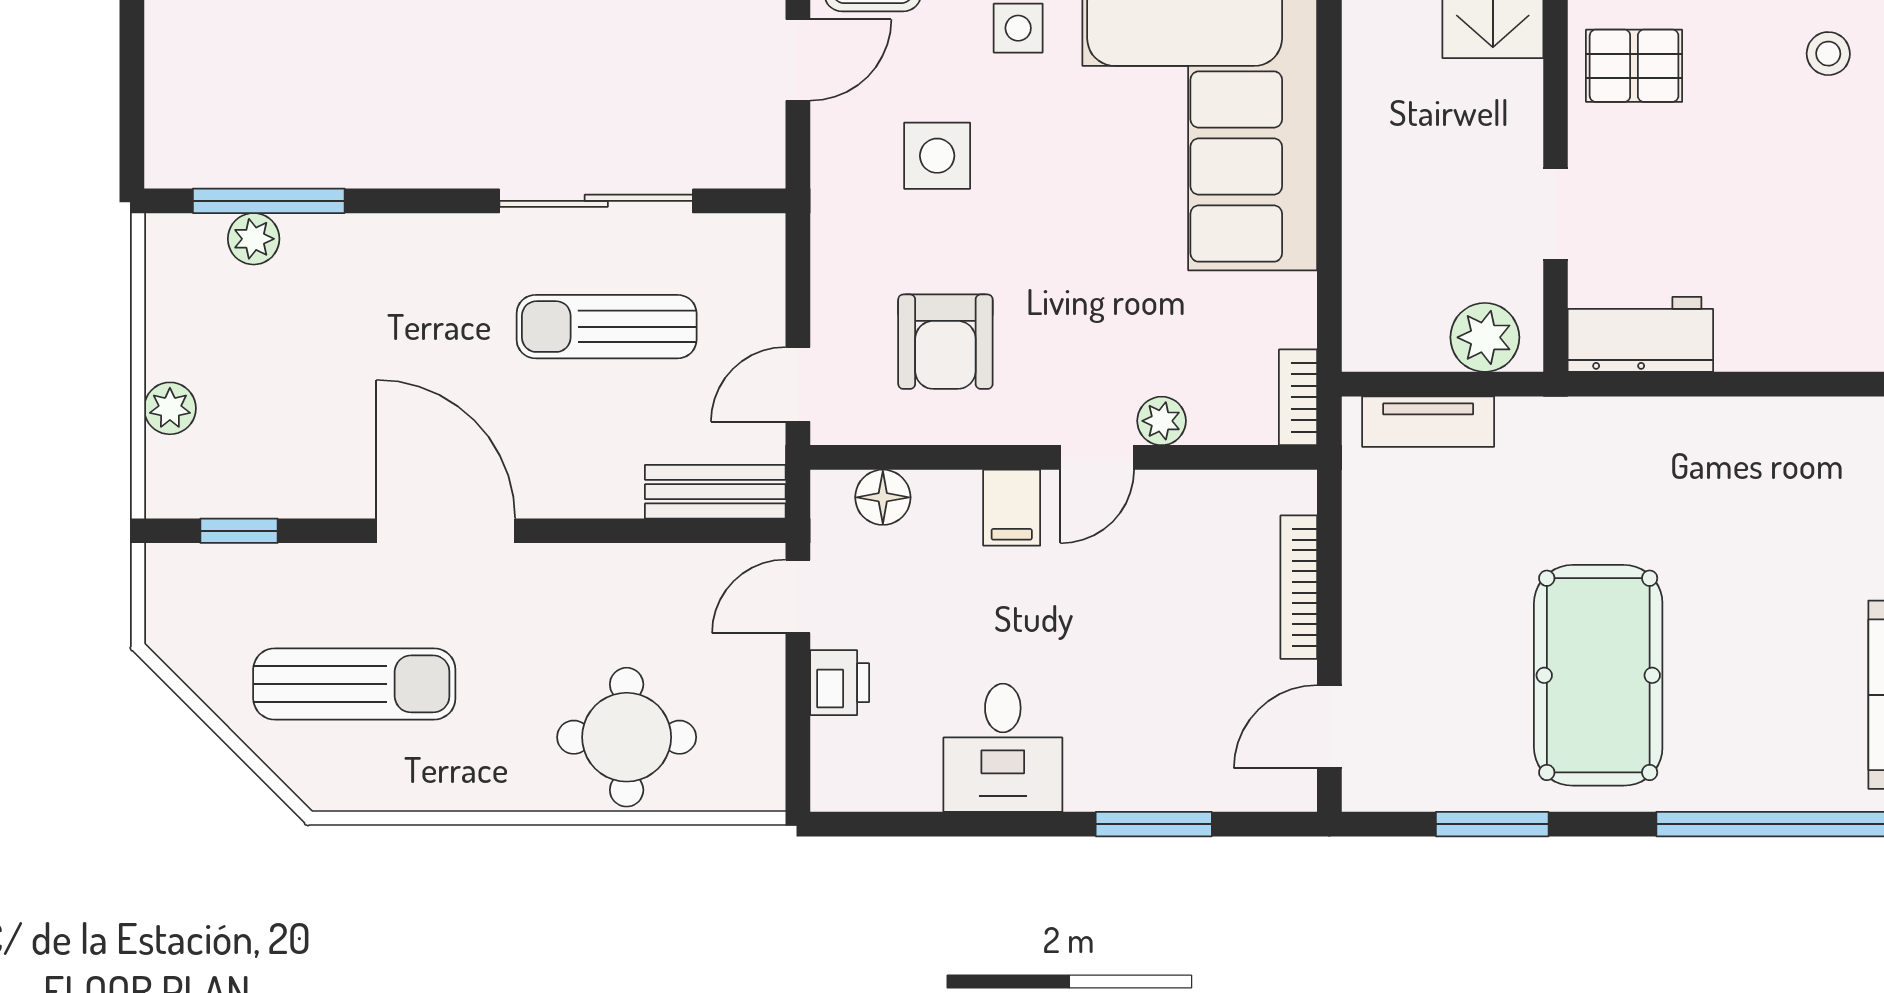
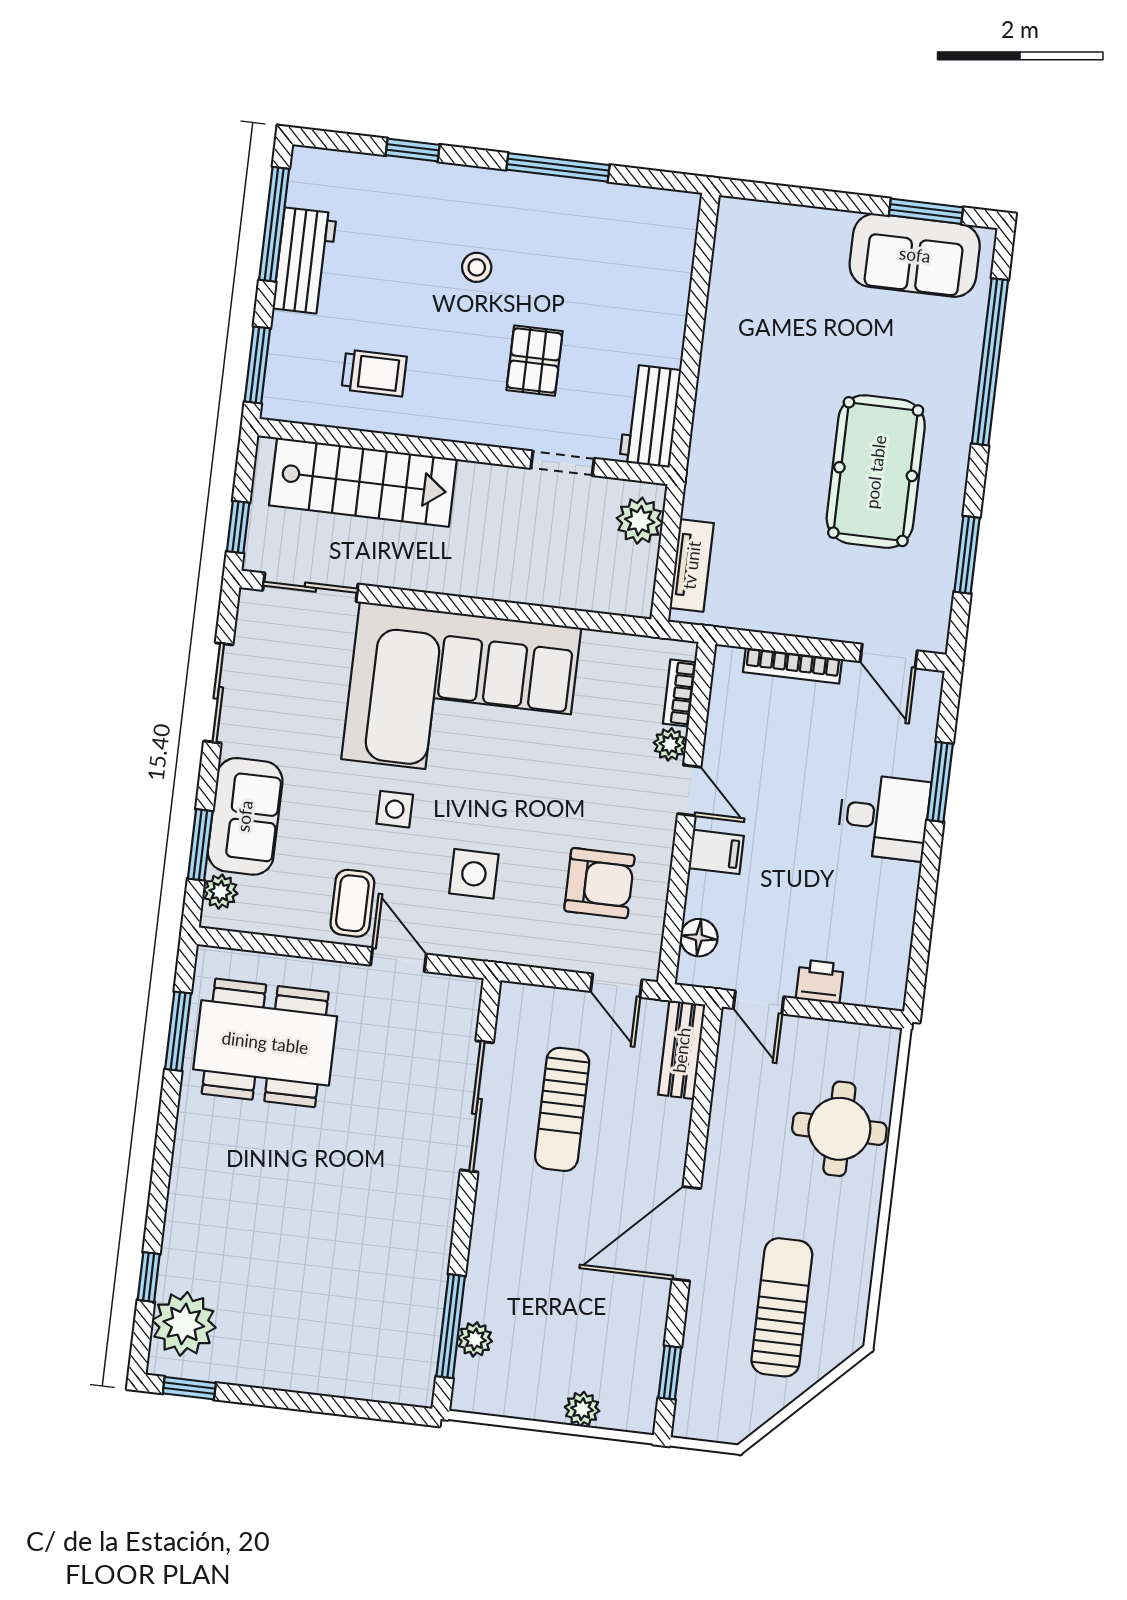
pallet: (1634, 66) -> (535, 361), moved
bookcase: (1298, 397) -> (680, 693), moved, turned 90
pool table: (1598, 675) -> (876, 472), turned 90
desk: (1003, 748) -> (884, 817), moved

